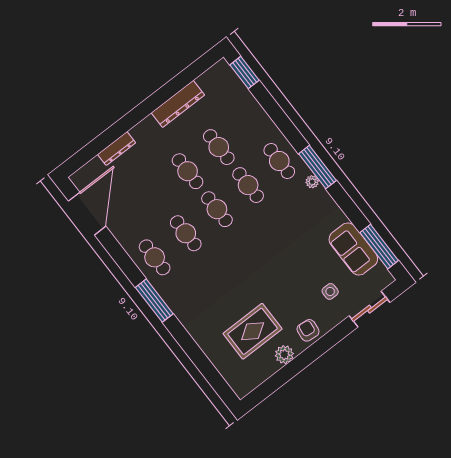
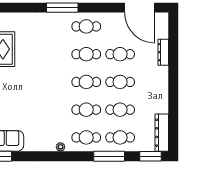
dresser: (178, 104) -> (162, 133), moved
cafe table: (250, 123) -> (120, 137), added
window: (318, 167) -> (109, 156), moved
cafe table: (156, 195) -> (120, 54), added

